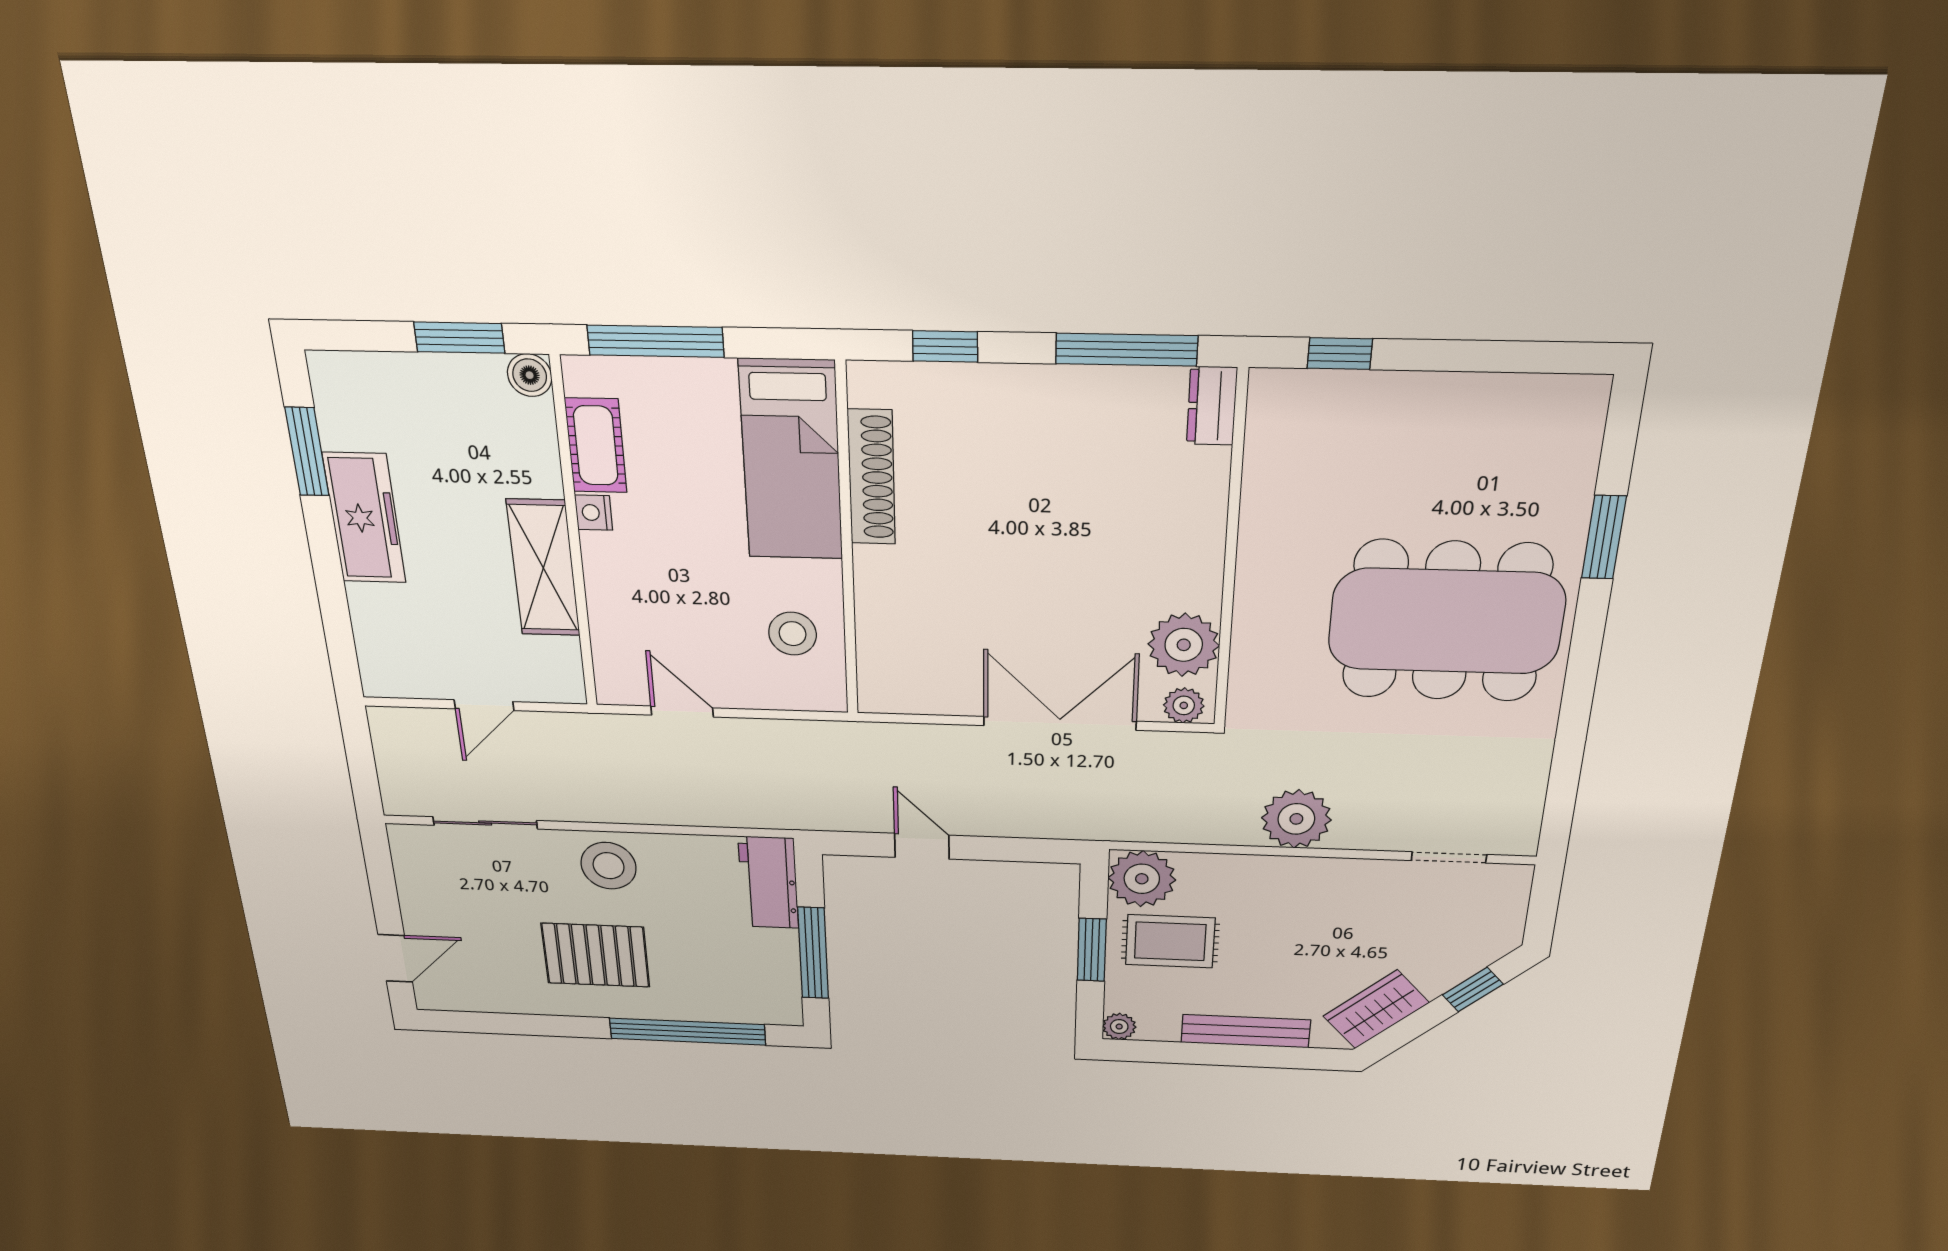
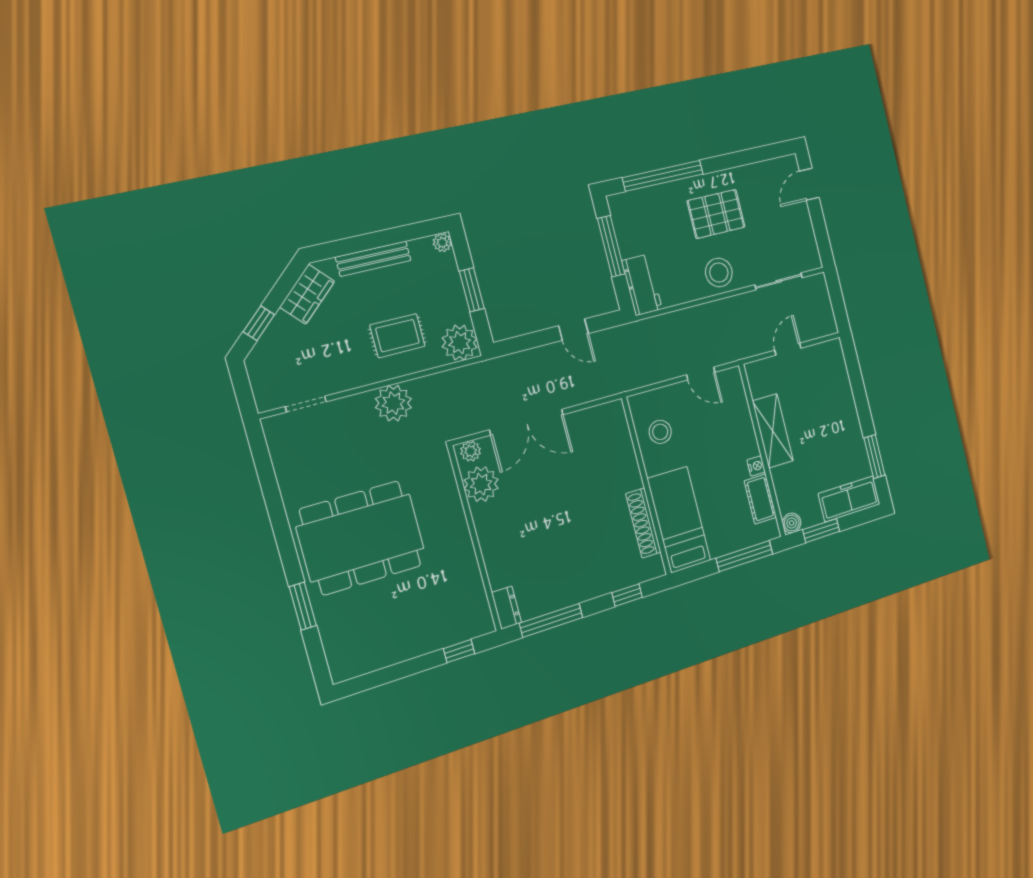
freezer: (364, 518) -> (849, 499), moved, turned 90
rug: (1170, 941) -> (397, 336), moved

